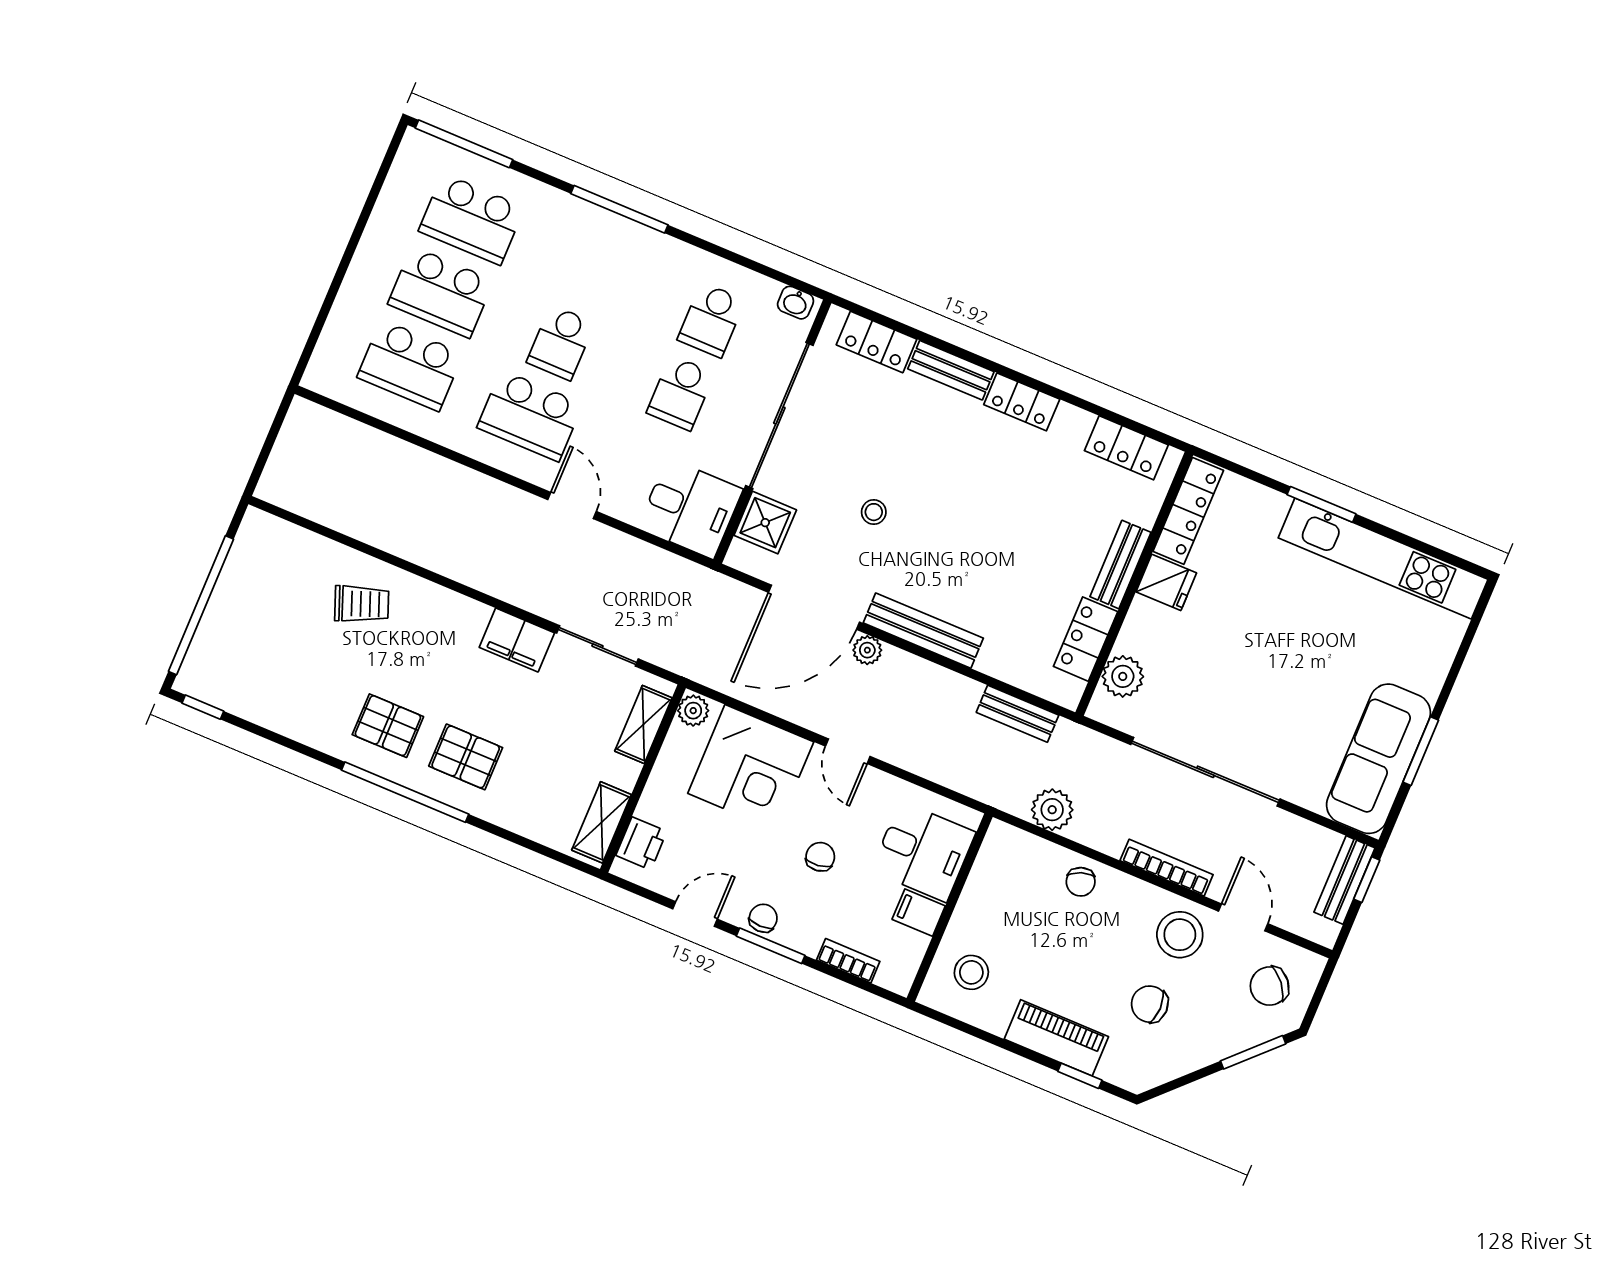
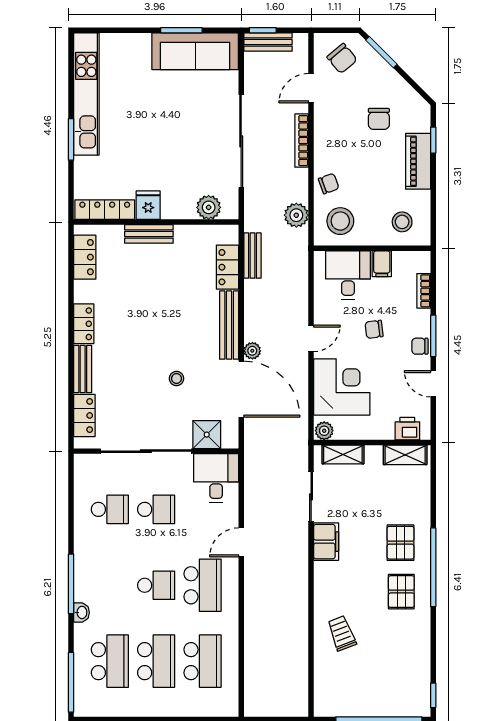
washbasin: (796, 303) -> (81, 612), moved
locker: (1086, 639) -> (227, 267), moved, turned 90
stool: (1180, 935) -> (340, 221), moved

